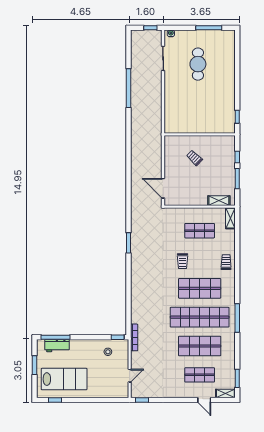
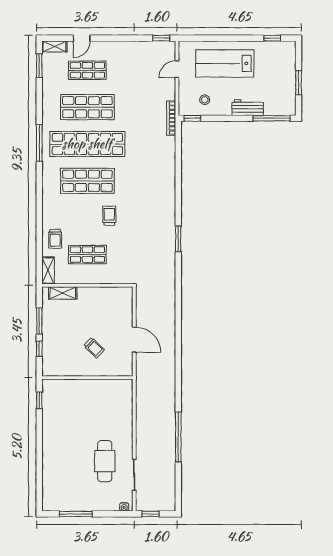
cafe table: (198, 64) -> (105, 461), moved
door: (163, 188) -> (134, 340), moved
trolley: (226, 262) -> (55, 239), moved
workbench: (57, 346) -> (248, 108), moved
lab bench: (64, 379) -> (225, 63), moved
door: (204, 400) -> (82, 38), swing flipped

